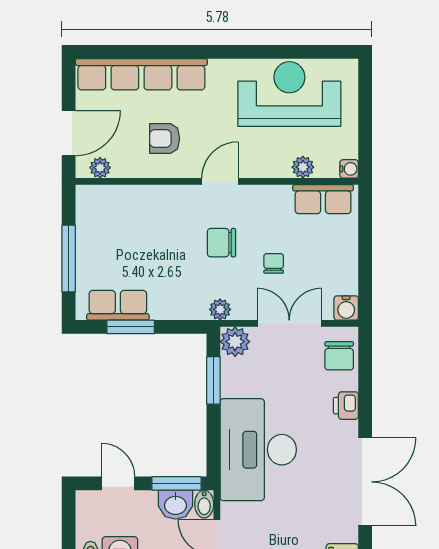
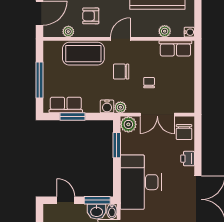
plant: (100, 168) -> (68, 32), moved
coffee table: (151, 209) -> (83, 54), added
water cooler: (346, 308) -> (107, 106), moved
double door: (289, 323) -> (157, 115), swing flipped

